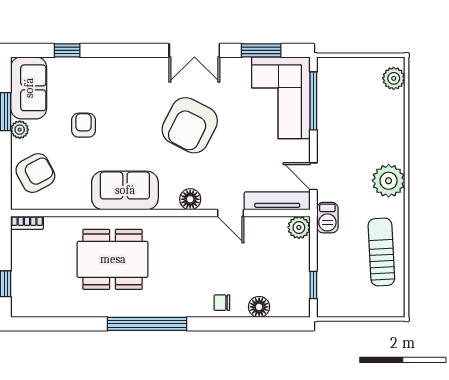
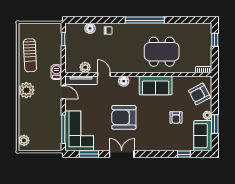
armchair: (190, 125) -> (124, 117), turned -117
plant: (299, 227) -> (85, 67), moved

